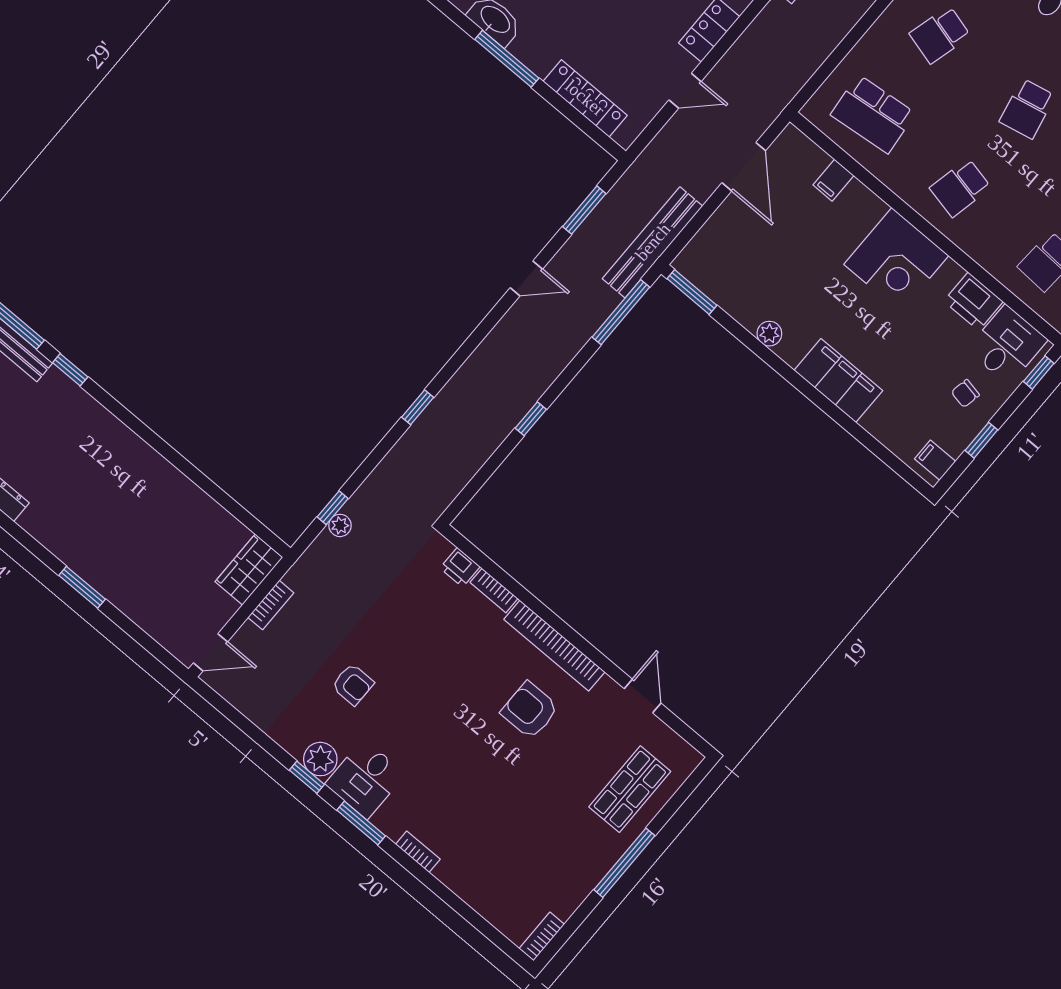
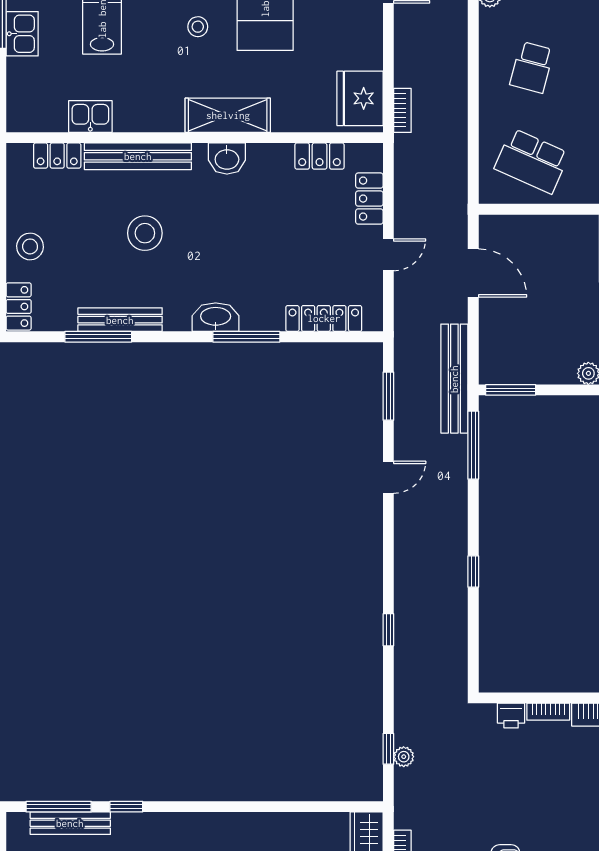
school desk: (873, 114) -> (532, 161), turned 30
filing cabinet: (833, 180) -> (543, 230), removed

